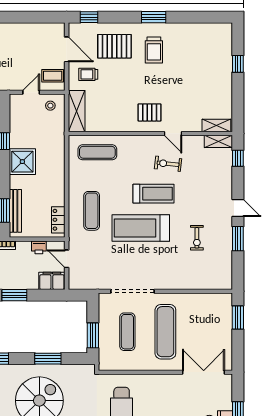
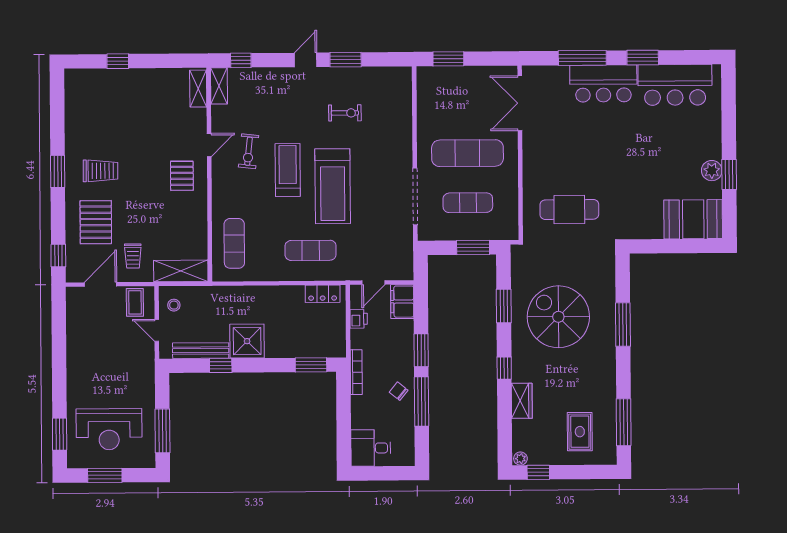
bench: (15, 211) -> (201, 351), moved

